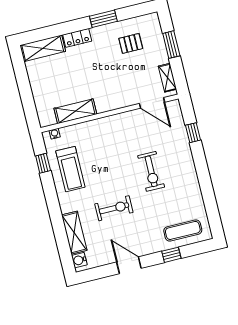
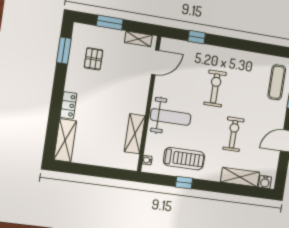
window: (103, 19) -> (64, 51), moved
weight bench: (106, 139) -> (171, 117), added
window: (43, 163) -> (184, 183), moved
exercise bike: (151, 171) -> (215, 88), turned -90

